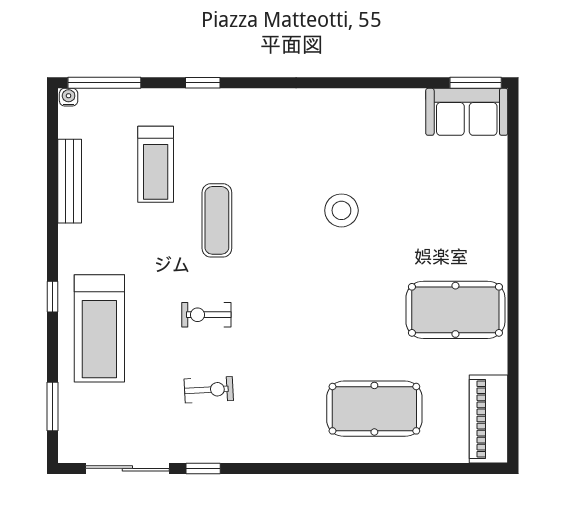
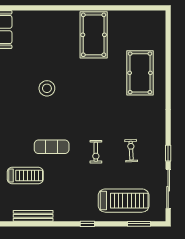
treadmill: (99, 328) -> (124, 201), moved
piano: (489, 419) -> (145, 19), removed

